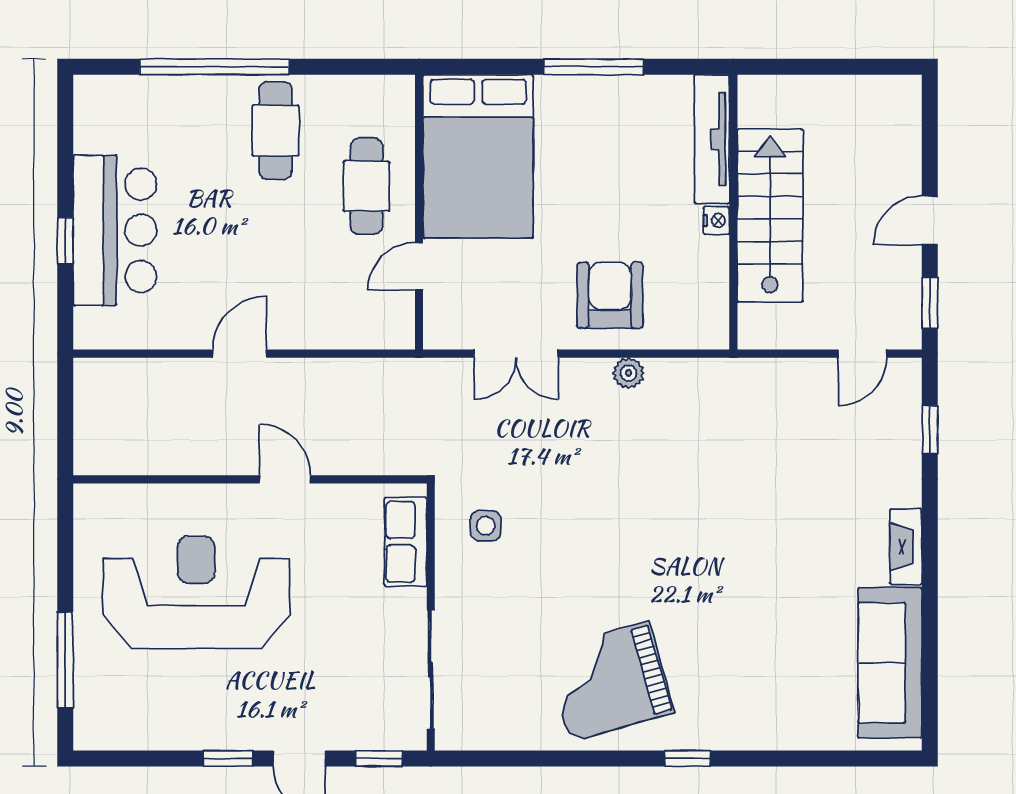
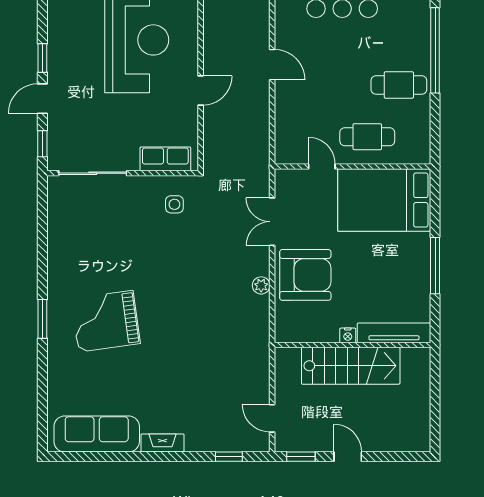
armchair: (610, 295) -> (305, 275), width x1.36, depth x1.36
grand piano: (609, 682) -> (106, 321), moved, turned -82
window: (687, 758) -> (42, 319), width x1.50

